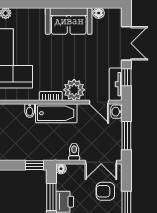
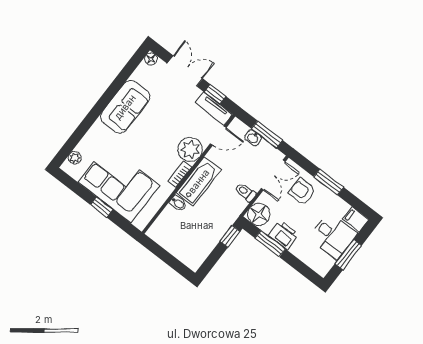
floor lamp: (99, 13) -> (151, 59), moved
washbasin: (116, 112) -> (253, 138), moved
floor lamp: (61, 169) -> (259, 214), width x1.89, depth x1.89
armchair: (105, 191) -> (302, 191), turned 90

